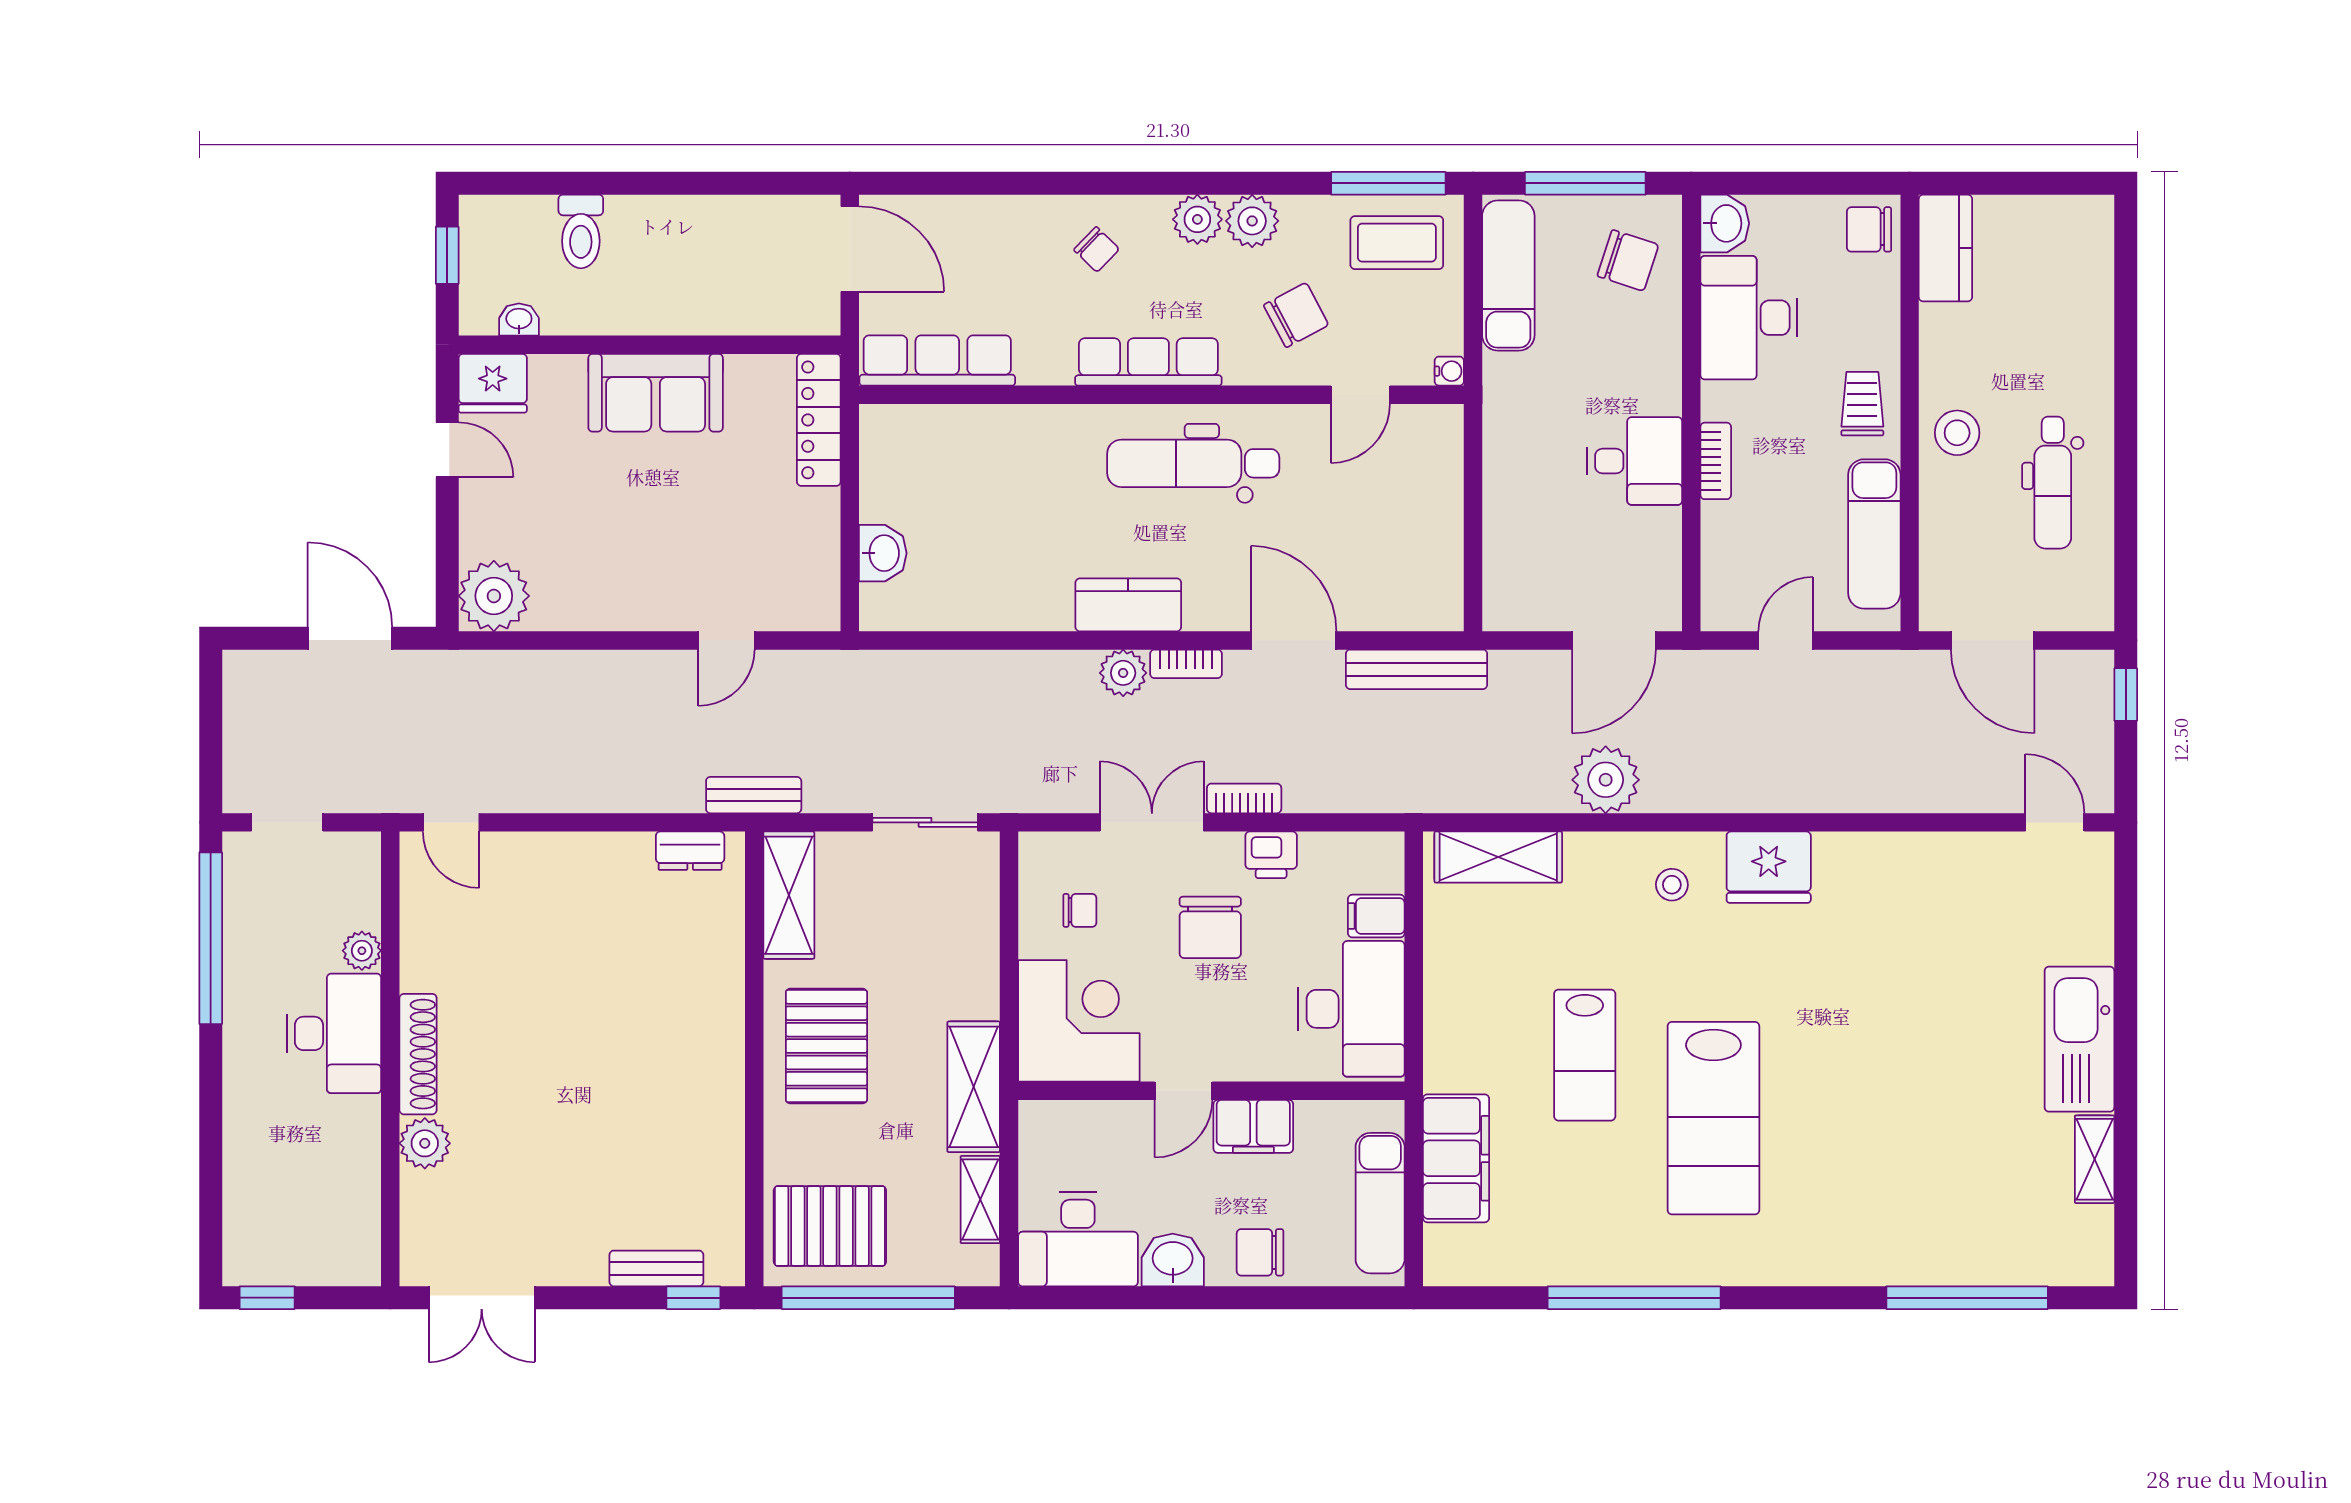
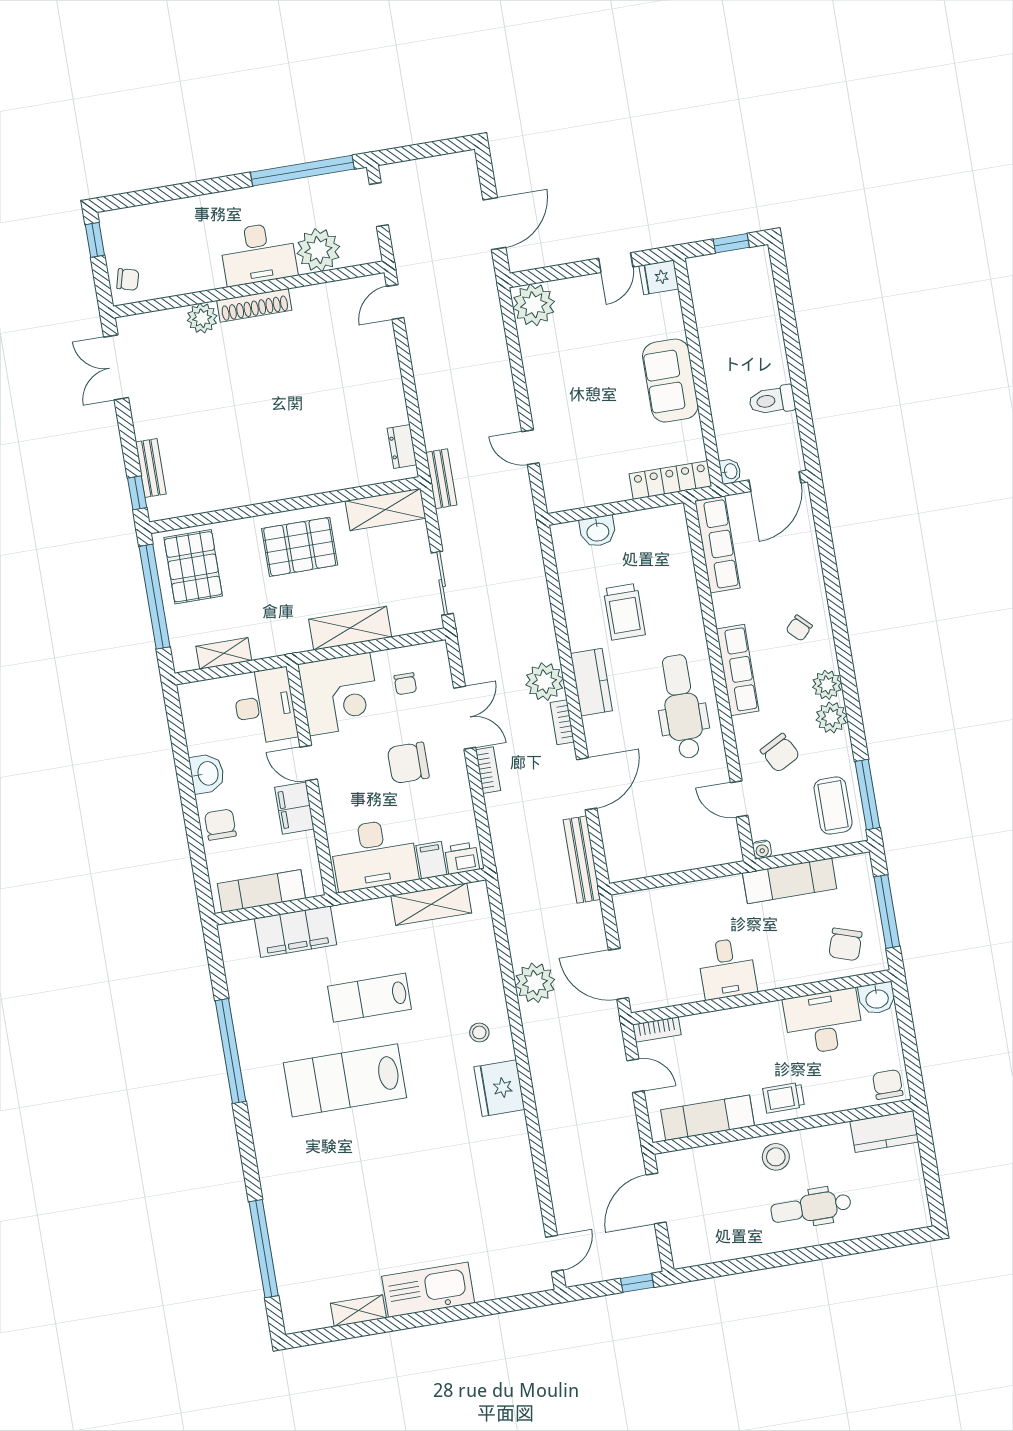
toilet: (581, 231) -> (772, 400), moved
exam couch: (1508, 276) -> (790, 881), moved
washbasin: (519, 320) -> (730, 471), moved
fridge: (493, 383) -> (659, 277), width x0.72
trolley: (1862, 404) -> (784, 1098), turned 180
bookcase: (1716, 461) -> (657, 1030), moved
dental chair: (2053, 483) -> (811, 1208), moved
trolley: (1022, 532) -> (624, 612), added
plant: (1123, 673) -> (545, 682), width x1.36, depth x1.36
printer: (1271, 855) -> (462, 858), moved, turned 90
shelving: (1498, 857) -> (431, 904), moved, turned 90
plant: (362, 951) -> (318, 250), width x1.87, depth x1.87
shelving: (974, 1087) -> (350, 628), moved
desk: (1078, 1239) -> (265, 706), moved, turned 180
chair: (341, 1254) -> (128, 279), added

